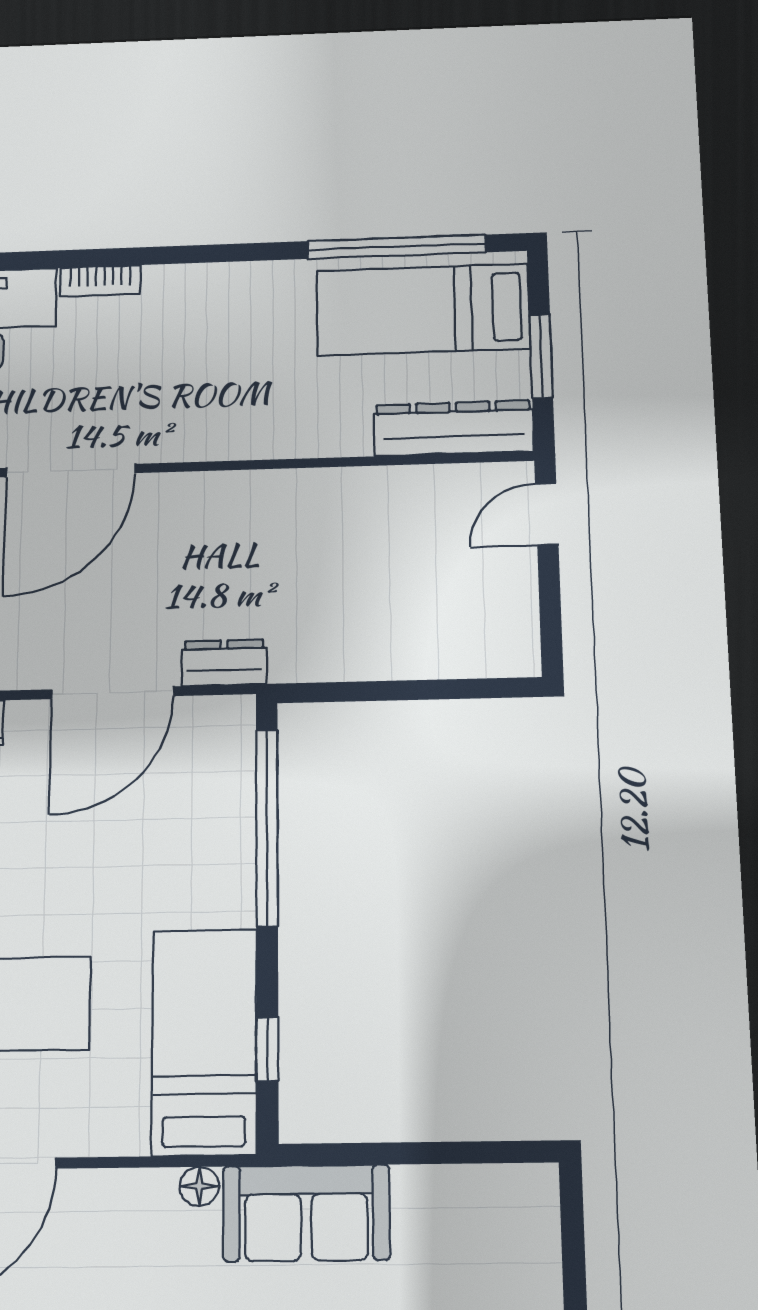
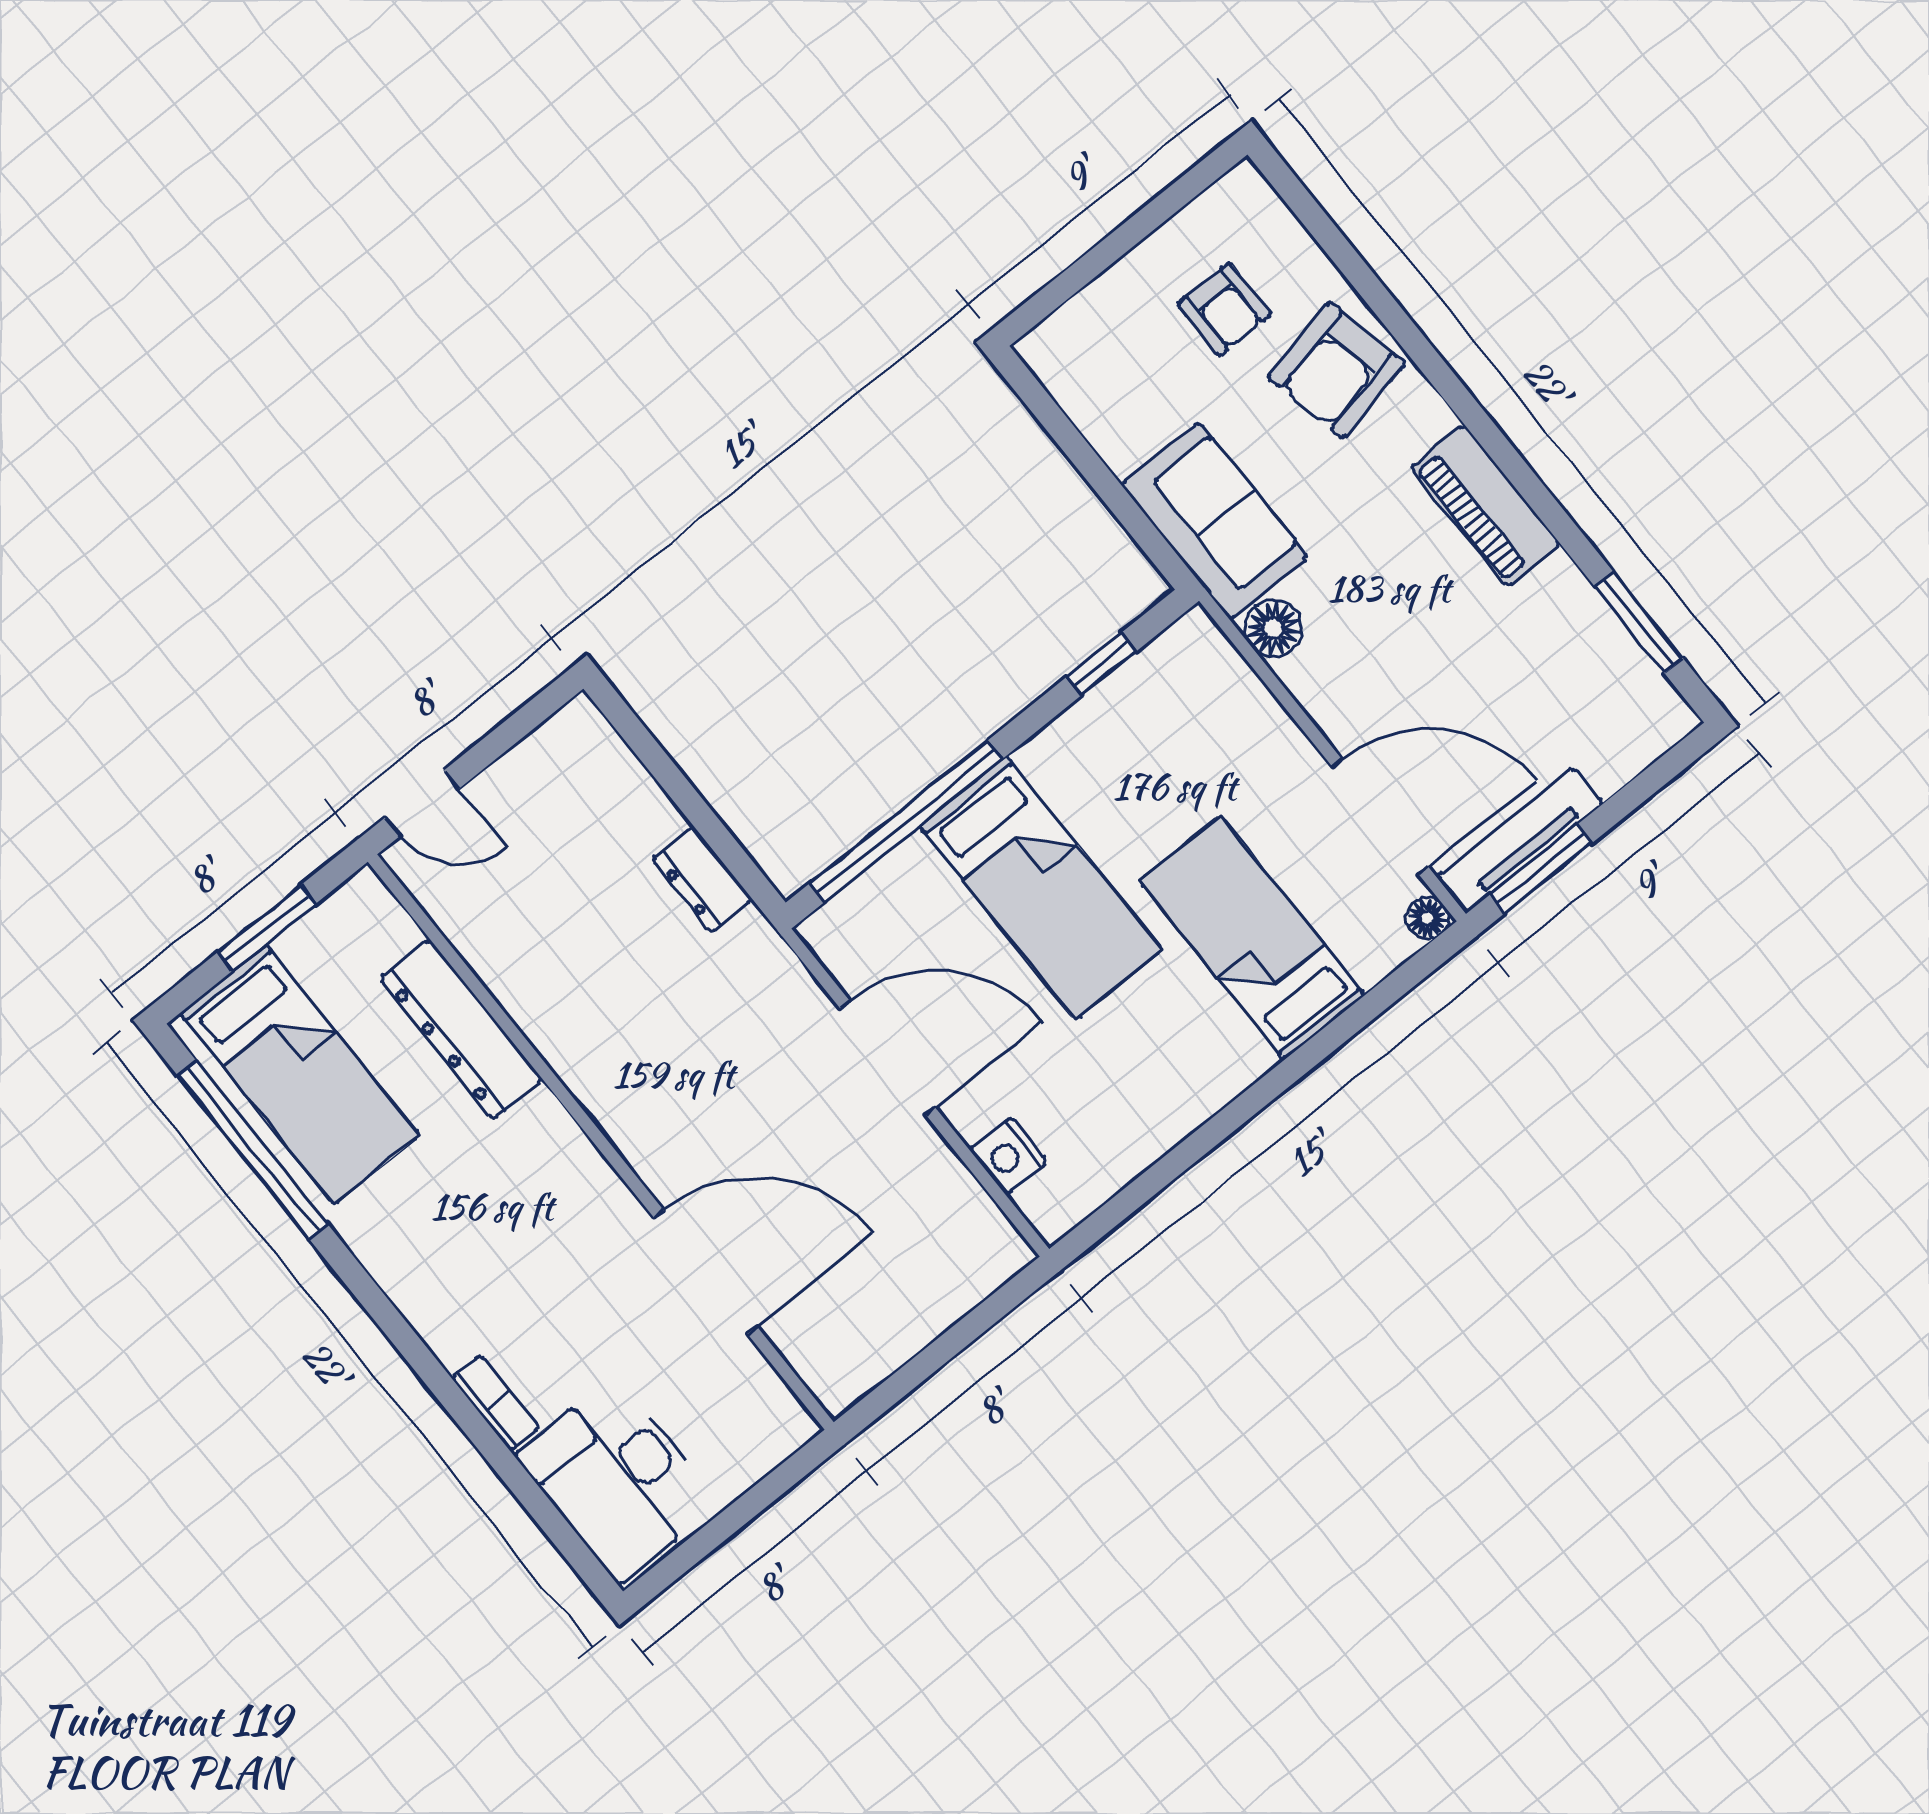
dresser: (453, 428) -> (461, 1029), moved
dresser: (224, 663) -> (702, 879), moved
bed: (204, 1042) -> (1040, 888), moved, turned -90
floor lamp: (199, 1186) -> (1273, 629), width x1.37, depth x1.37

